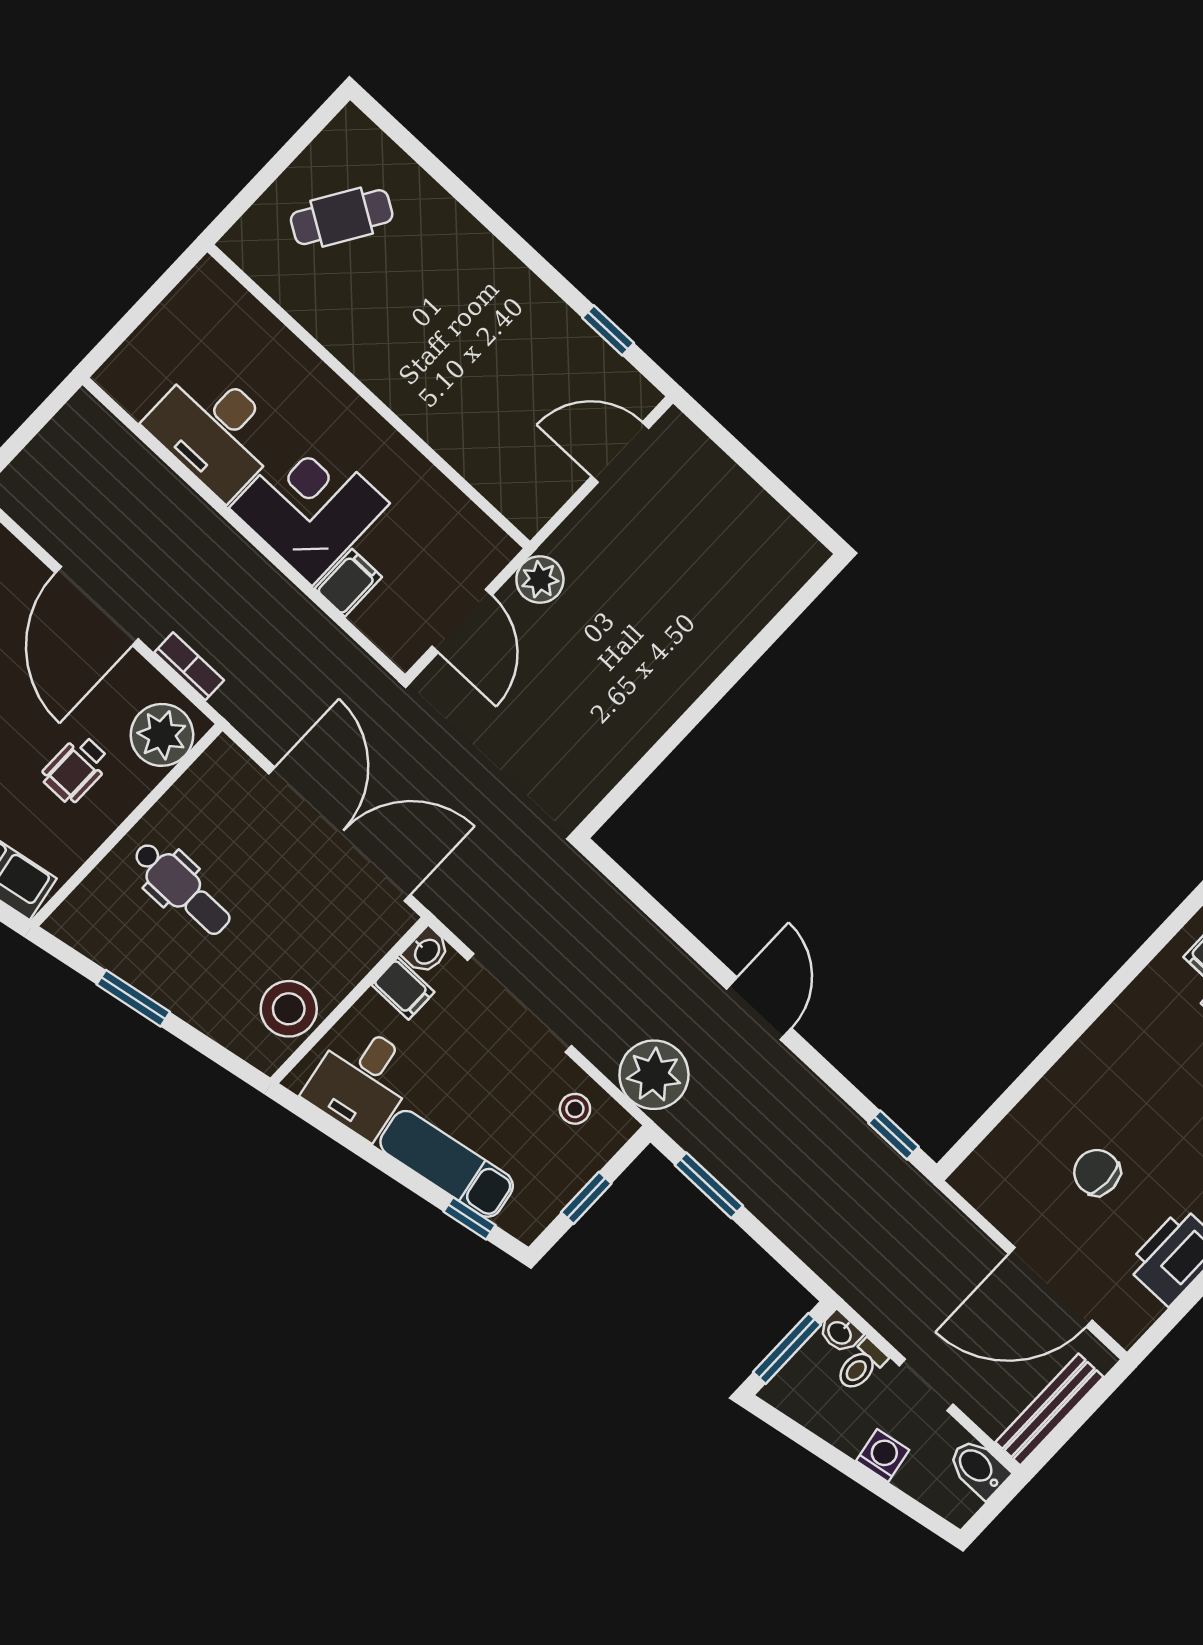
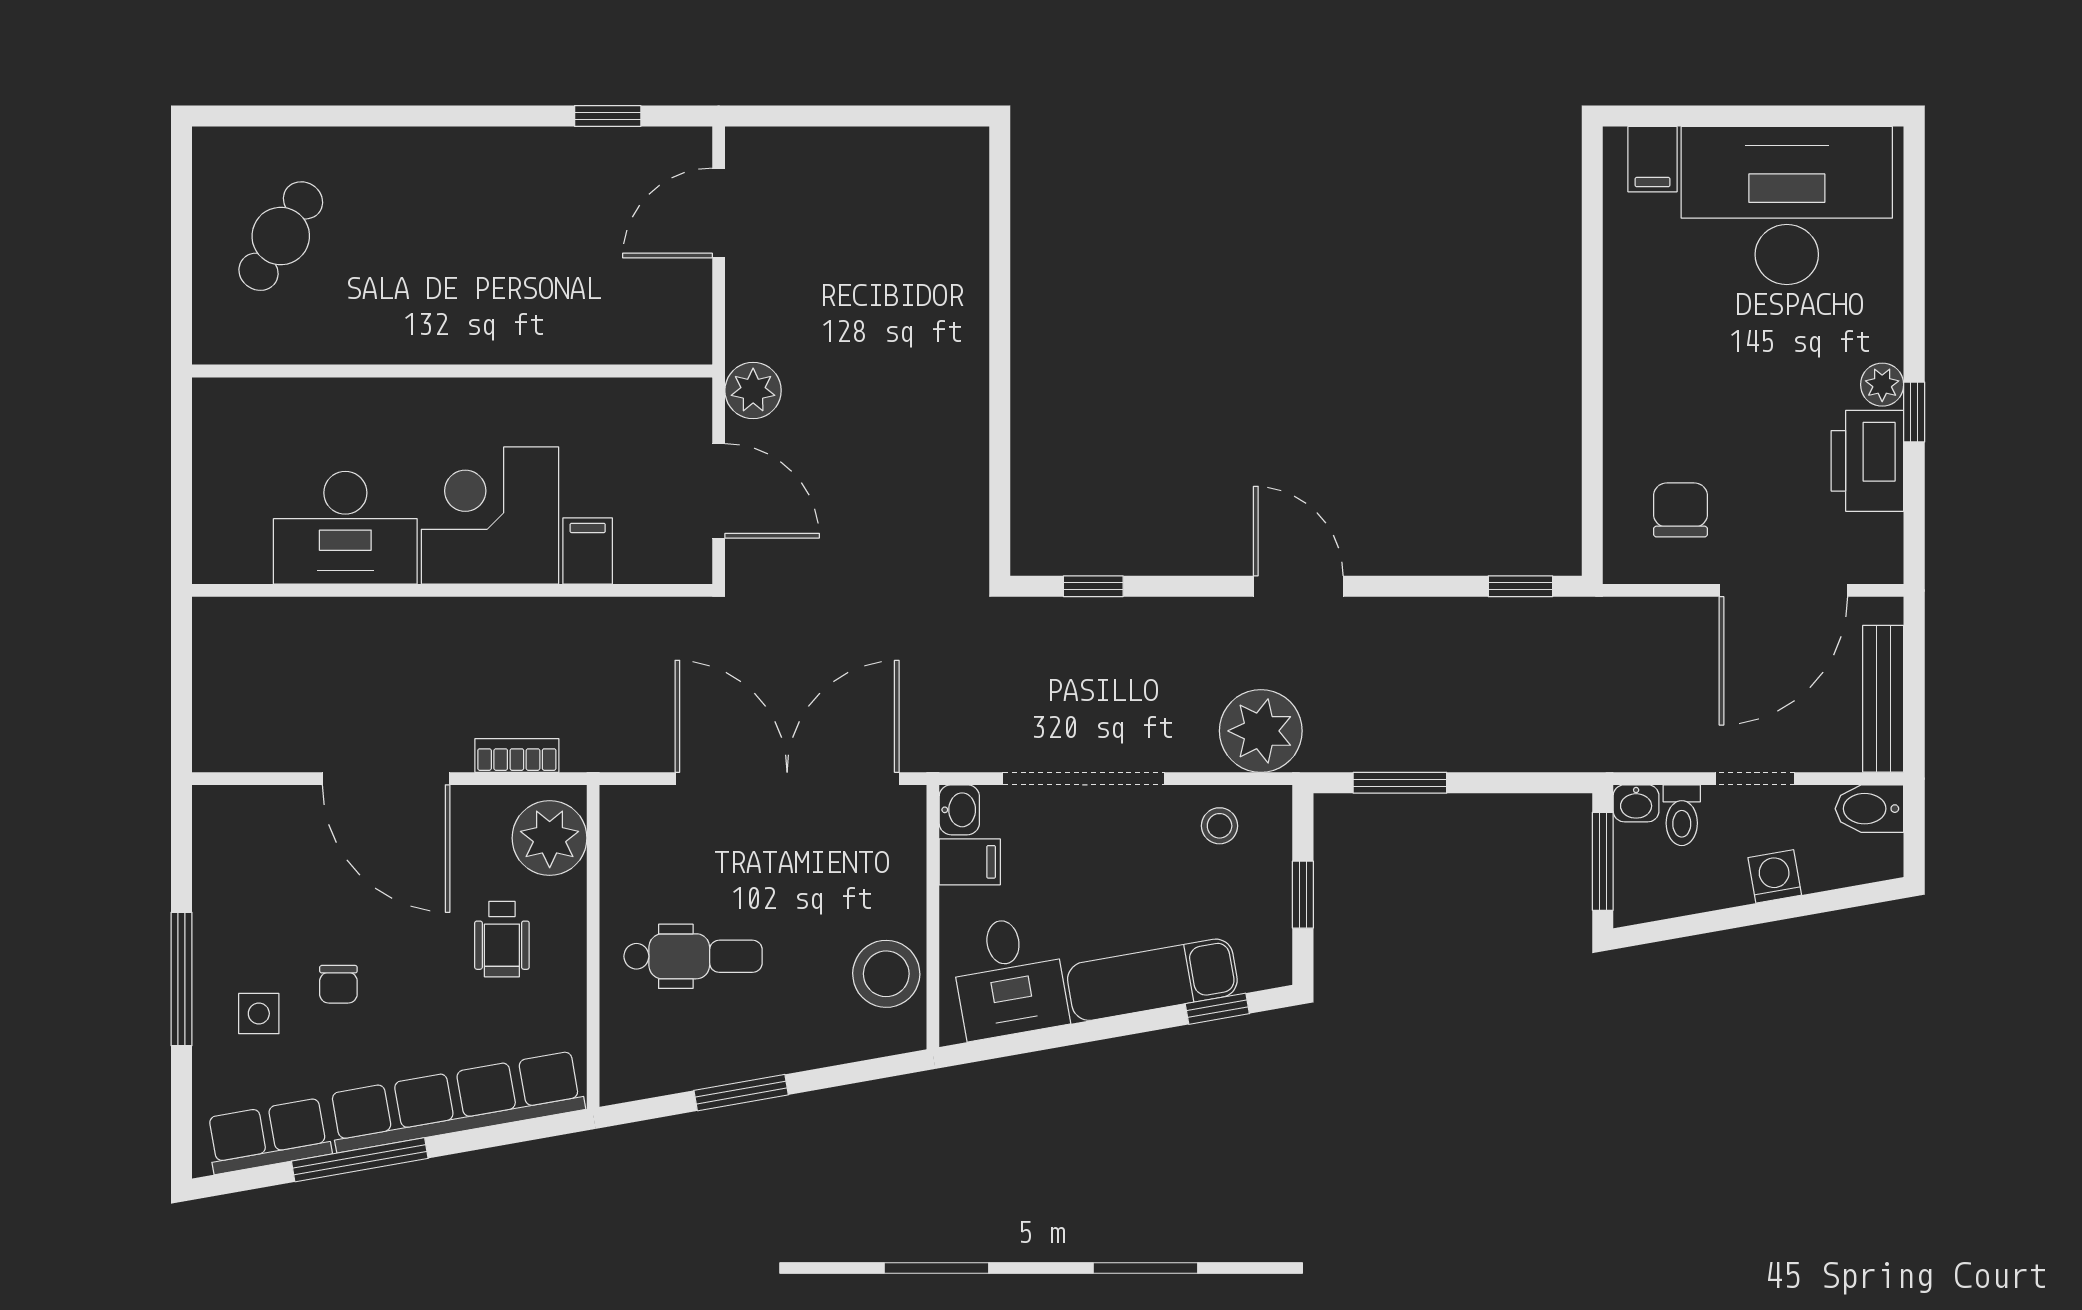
window: (635, 892) -> (1093, 586), added
chair: (1097, 1172) -> (1681, 510), moved, turned 90

